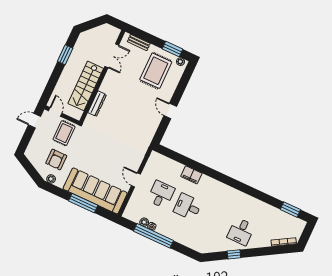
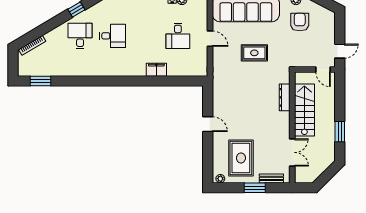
window: (172, 49) -> (255, 188), moved
double door: (112, 56) -> (292, 152), swing flipped
rug: (64, 133) -> (254, 53), moved, turned 90
desk: (188, 207) -> (113, 36), moved

